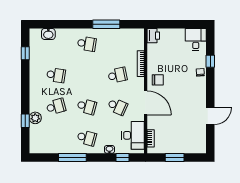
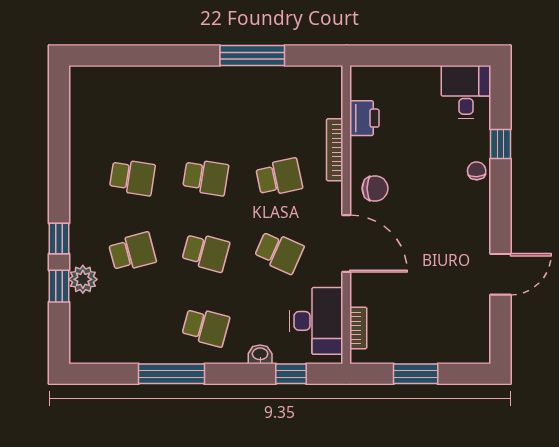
washbasin: (48, 34) -> (114, 79), removed
printer: (153, 36) -> (364, 118), moved
school desk: (87, 44) -> (206, 177), moved
window: (25, 53) -> (59, 239), moved

